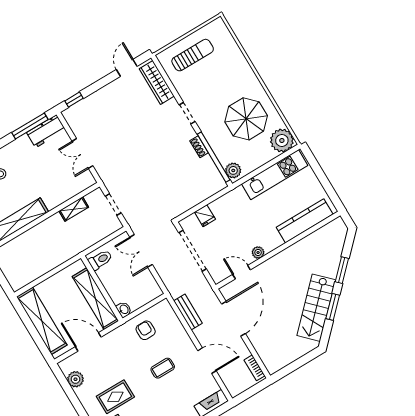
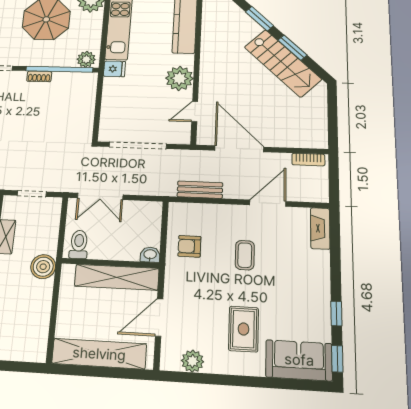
fridge: (205, 216) -> (114, 69), moved
boiler: (71, 248) -> (43, 267), added
plant: (258, 253) -> (179, 78), width x1.88, depth x1.88

